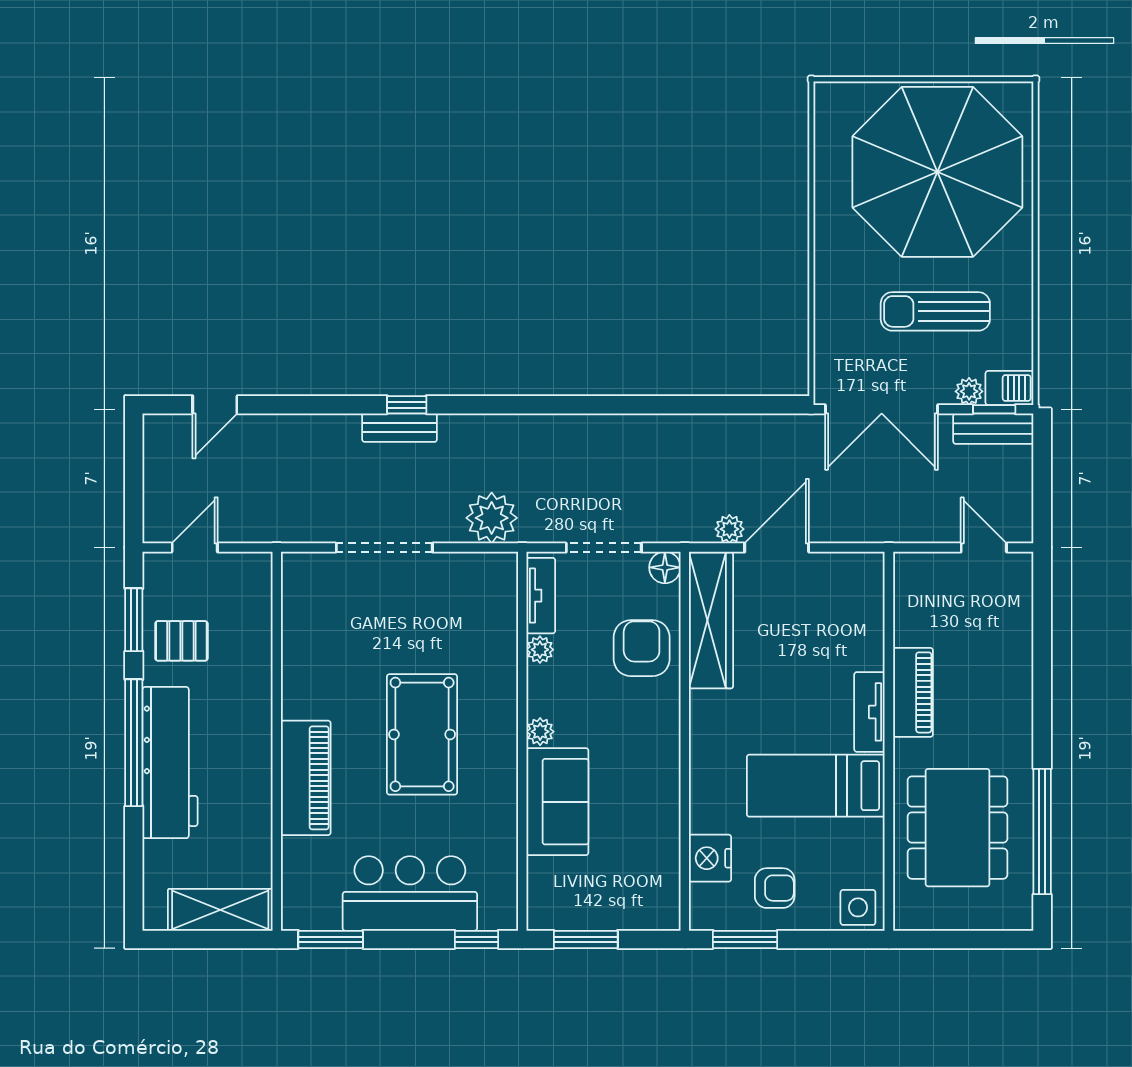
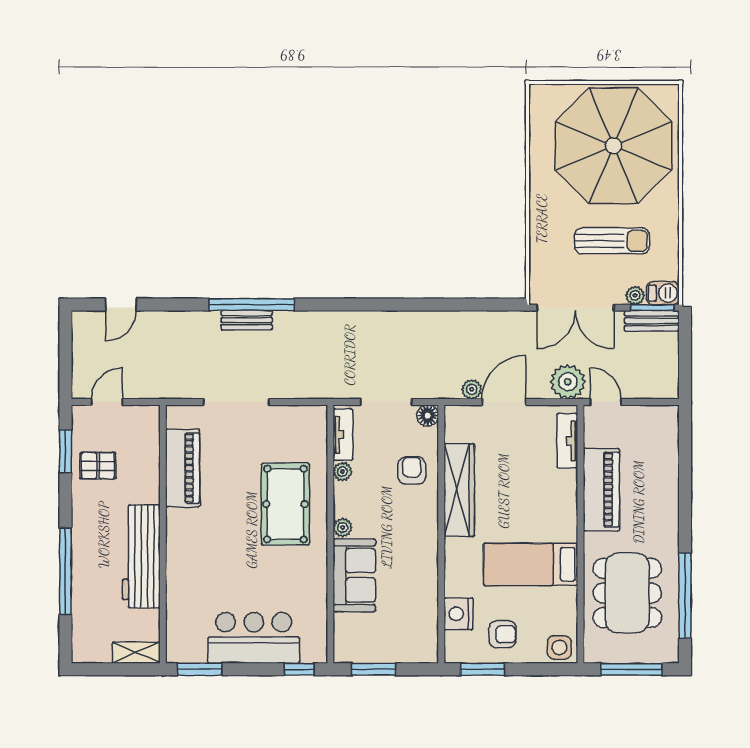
sun lounger: (935, 311) -> (612, 241), turned 180
window: (407, 405) -> (252, 305), width x3.17
window: (994, 409) -> (652, 308), width x1.50
plant: (492, 518) -> (568, 382), moved
door: (984, 548) -> (606, 402), moved
wardrobe: (711, 620) -> (459, 490), moved
armchair: (642, 648) -> (412, 471), width x0.72, depth x0.72
piano: (913, 692) -> (601, 490), width x1.37, depth x1.33
tv unit: (869, 712) -> (567, 441), moved
pool table: (422, 734) -> (285, 504), moved
window: (134, 743) -> (65, 571), moved
workbench: (170, 763) -> (141, 556), moved, turned 180
piano: (306, 778) -> (183, 468), moved
shelving: (220, 910) -> (136, 653), width x0.67, depth x0.75
window: (963, 939) -> (631, 669), added

